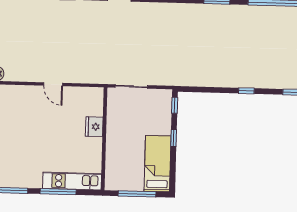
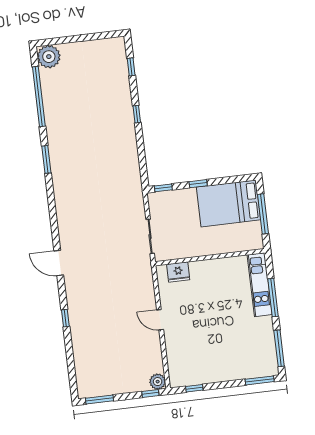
door: (53, 84) -> (160, 320), swing flipped
fridge: (94, 127) -> (178, 272), moved
bed: (158, 164) -> (229, 203), width x1.50

